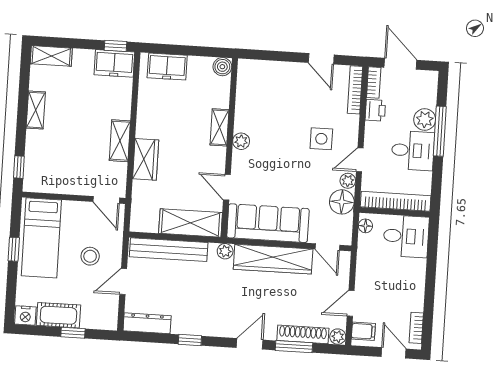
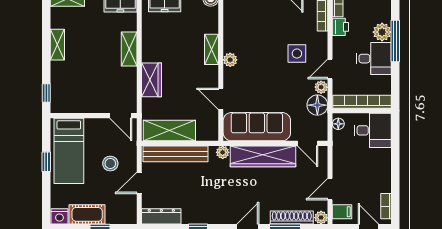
shelving: (120, 141) -> (129, 49), moved
shelving: (191, 223) -> (169, 131), moved

